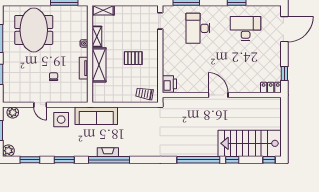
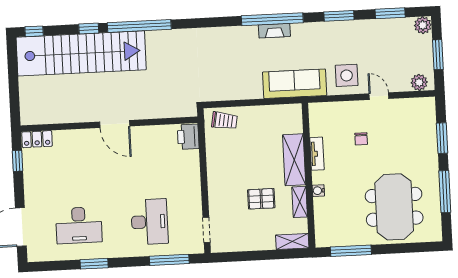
pallet: (133, 58) -> (261, 199), moved
stairs: (250, 143) -> (81, 53), width x1.36

